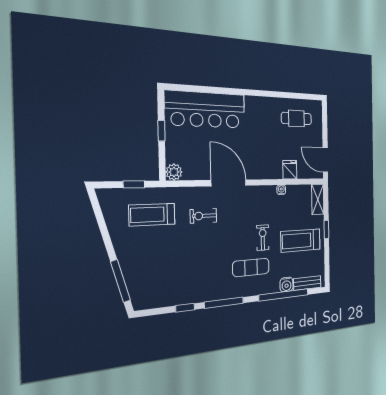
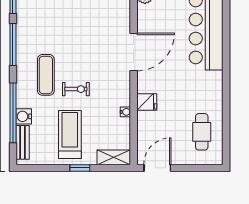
fridge: (290, 170) -> (147, 102), moved
exercise bike: (203, 216) -> (101, 24), removed

